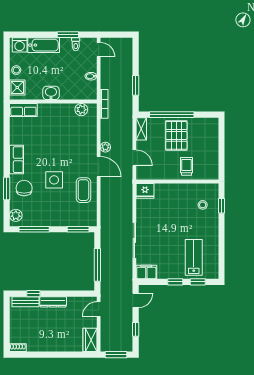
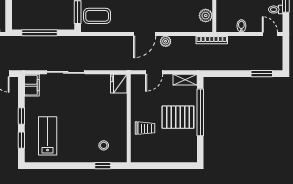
door: (99, 50) -> (270, 34), swing flipped
window: (136, 85) -> (262, 74), moved
coffee table: (83, 190) -> (97, 16), moved
lab bench: (194, 257) -> (48, 136), turned -90

